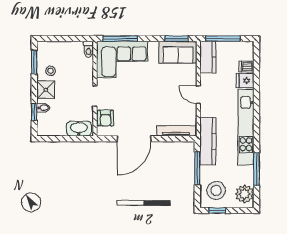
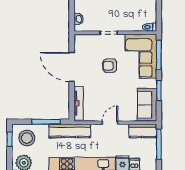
window: (176, 39) -> (159, 91), moved
armchair: (106, 118) -> (110, 66), moved
washbasin: (79, 129) -> (79, 19), width x0.52, depth x0.69

